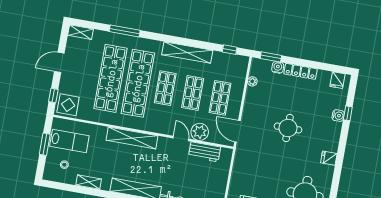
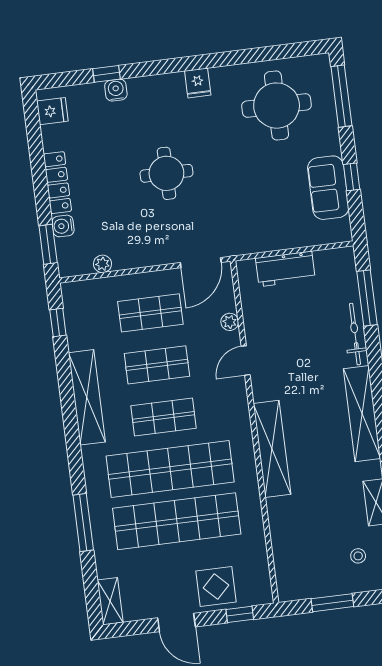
display table: (68, 105) -> (216, 587), moved
plant: (200, 132) -> (230, 322), width x0.53, depth x0.53
lab bench: (69, 141) -> (313, 560), removed
workbench: (205, 152) -> (285, 269), moved, turned 90

